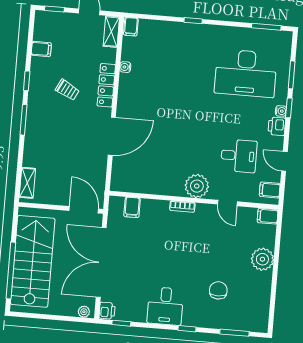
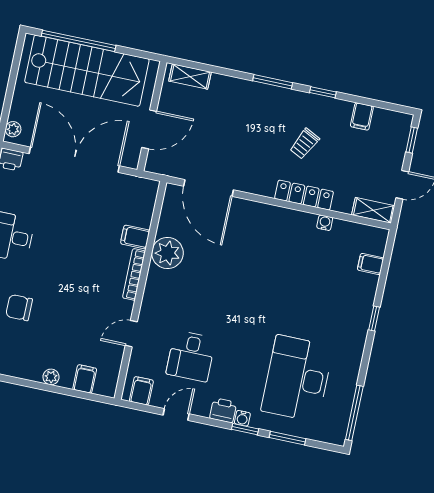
filing cabinet: (131, 27) -> (371, 264), moved
window: (266, 27) -> (354, 413), width x1.44
door: (112, 136) -> (208, 188), moved
plant: (197, 186) -> (167, 253), moved
filing cabinet: (132, 207) -> (135, 237), moved
bookcase: (182, 207) -> (134, 274), width x1.56
door: (84, 210) -> (149, 129), moved
filing cabinet: (268, 216) -> (85, 379), moved
plant: (262, 259) -> (51, 377), width x0.53, depth x0.53
chair: (218, 290) -> (19, 308), turned 180

